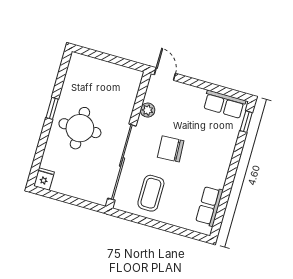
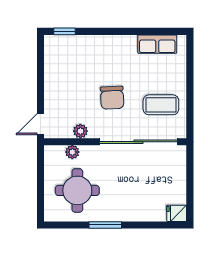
plant: (130, 97) -> (72, 152), added
row of seats: (224, 104) -> (54, 58), removed
window: (52, 108) -> (105, 225), width x1.50
round table: (80, 128) -> (77, 190), moved

